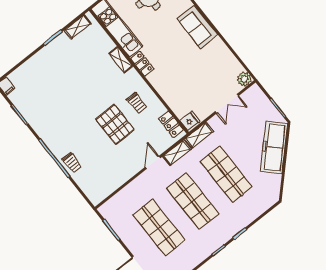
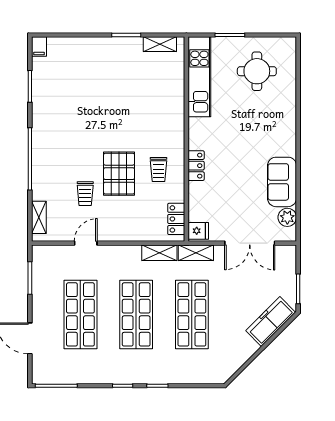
sofa: (197, 27) -> (282, 182), moved
shelving: (121, 60) -> (39, 217), moved
locker: (142, 64) -> (196, 166), moved
plant: (244, 79) -> (287, 217), moved
double door: (227, 104) -> (250, 243), width x1.37
freezer: (274, 147) -> (271, 322), width x0.73, depth x0.79
door: (153, 162) -> (86, 243), moved
trolley: (72, 163) -> (85, 194), moved

